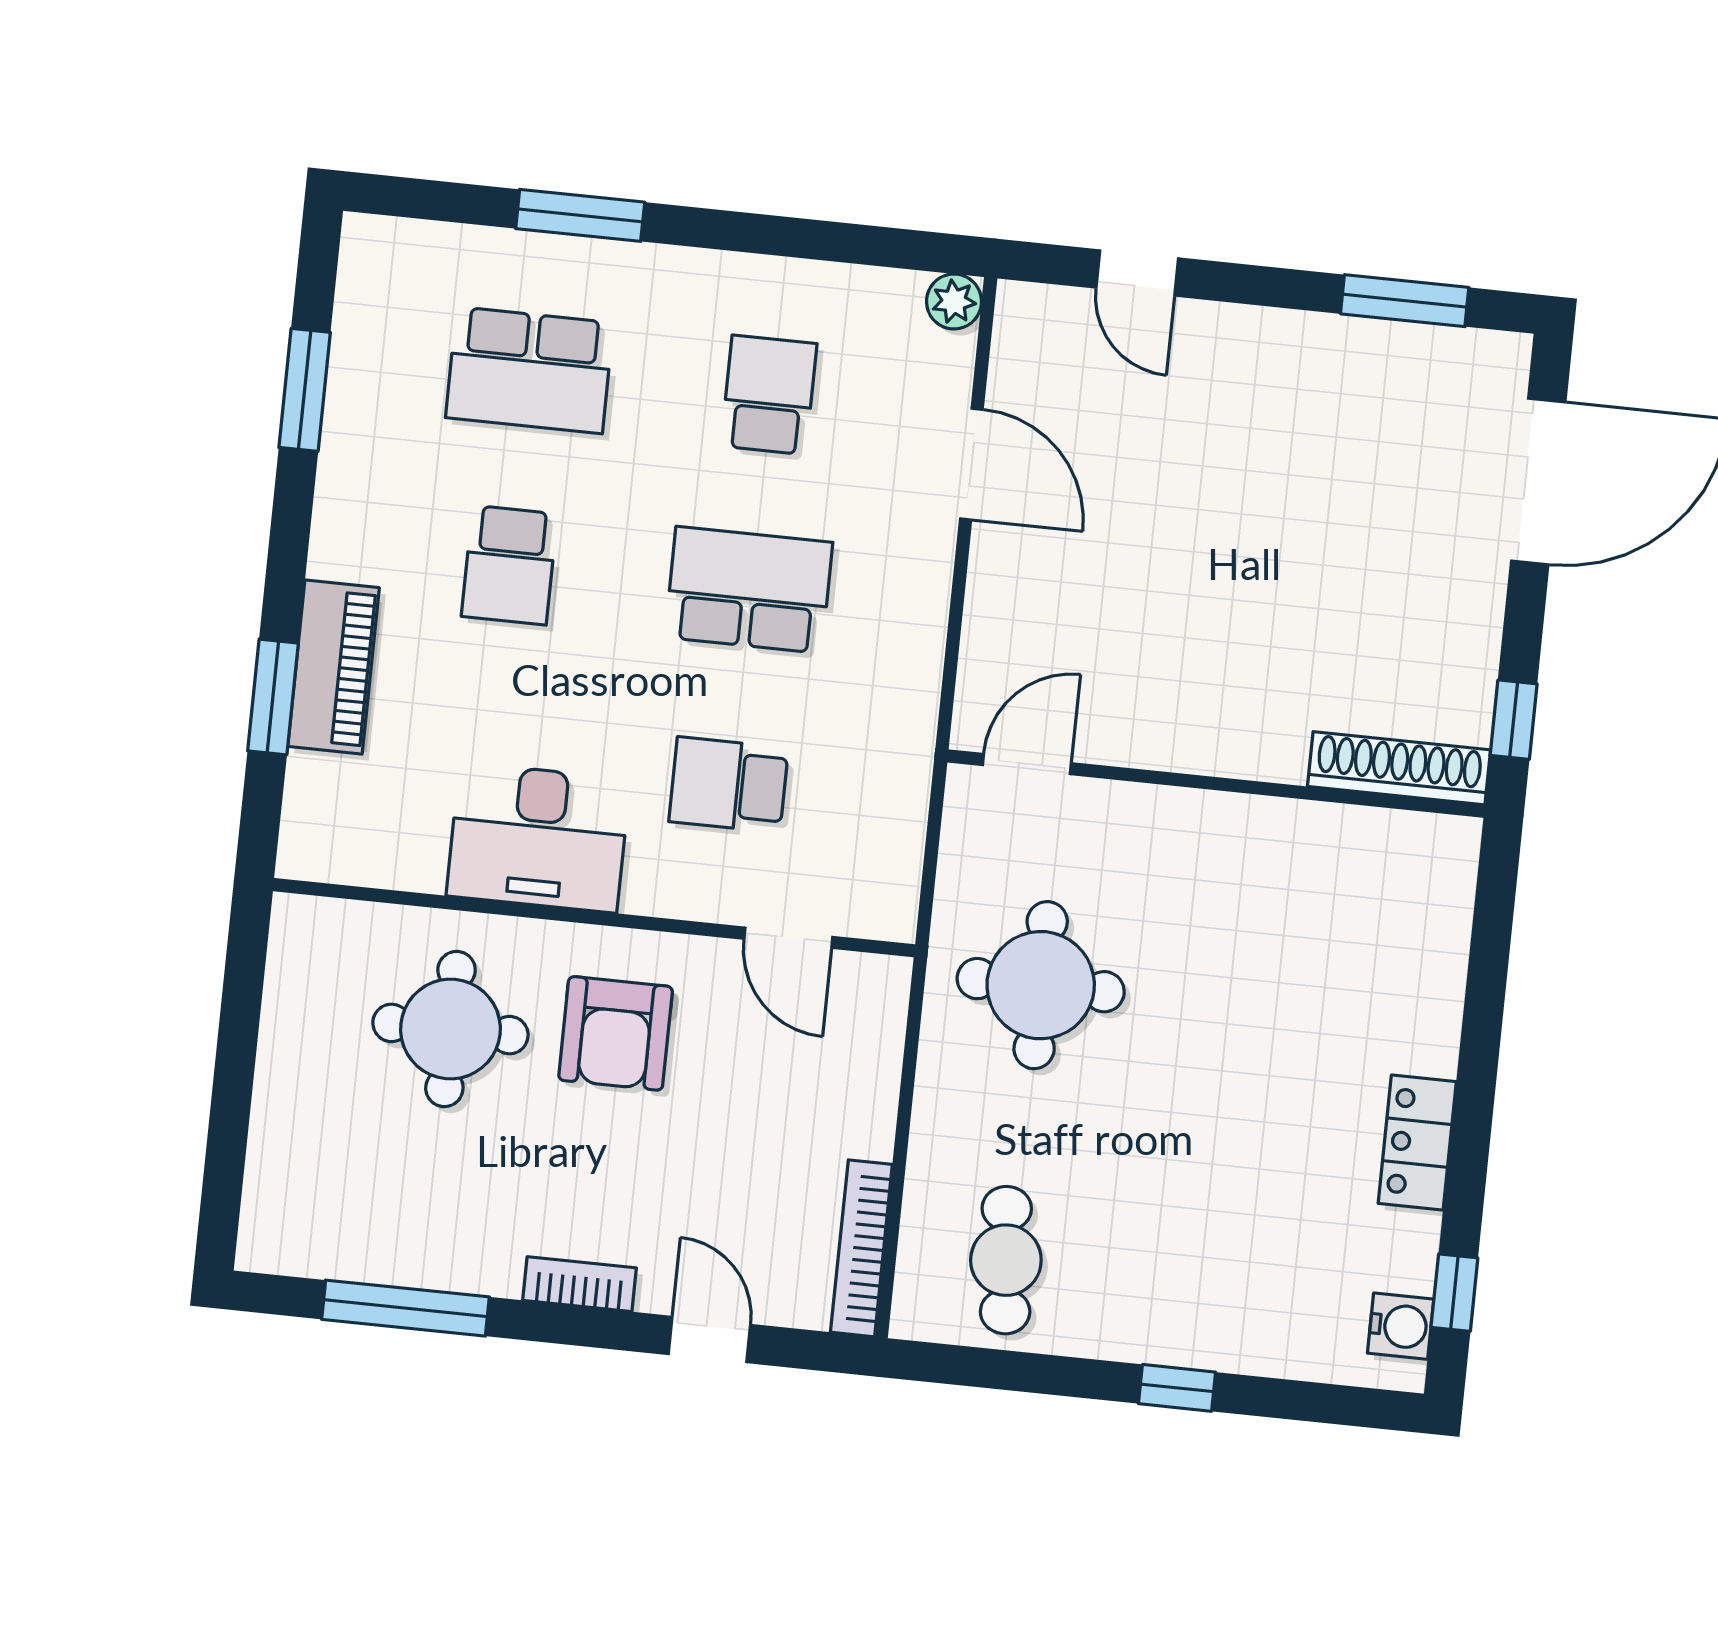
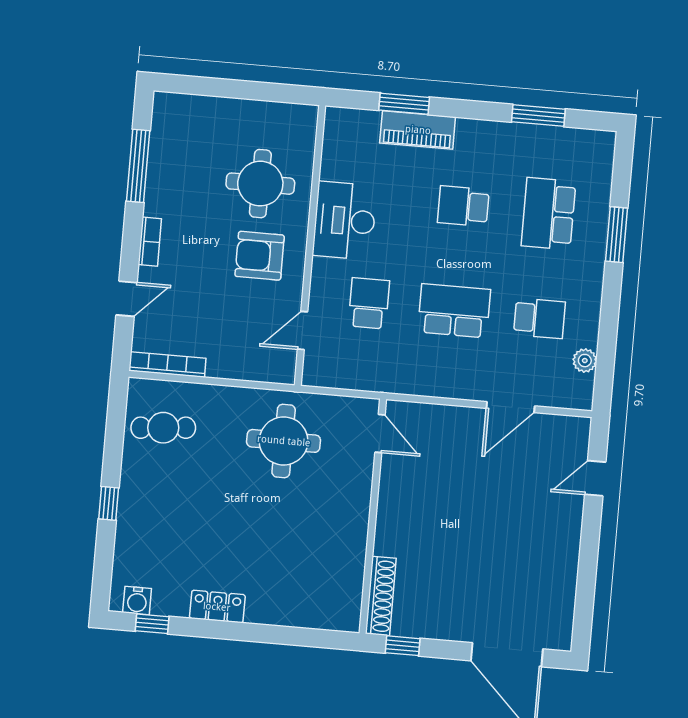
plant: (954, 301) -> (585, 361), moved
window: (1405, 301) -> (585, 595), removed
school desk: (749, 590) -> (454, 311), turned -90

